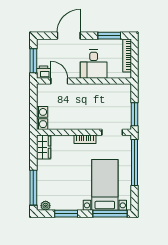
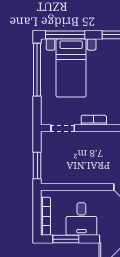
desk: (94, 64) -> (81, 219), moved, turned 180
window: (135, 114) -> (37, 166), moved
window: (135, 162) -> (37, 70), moved

